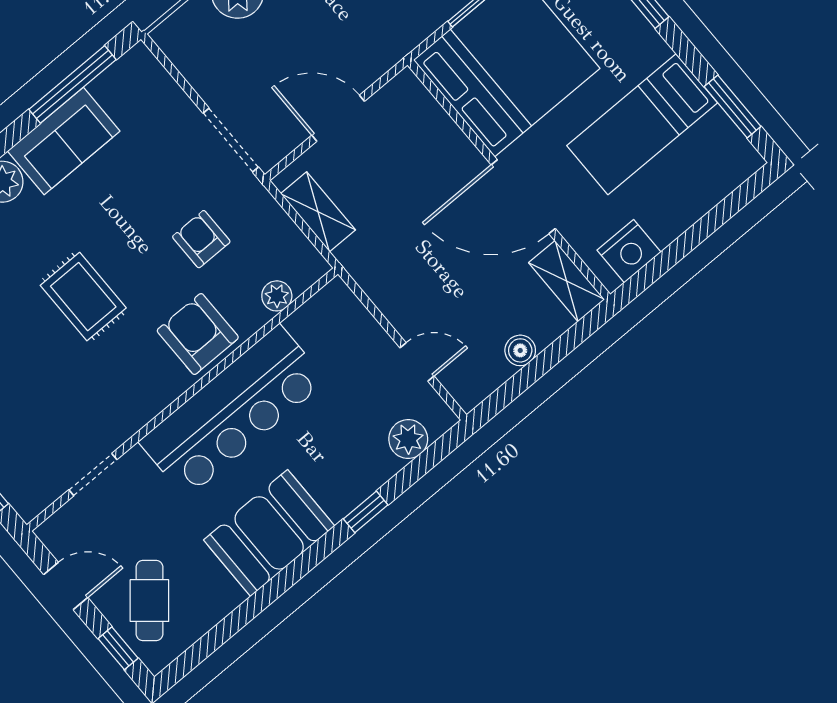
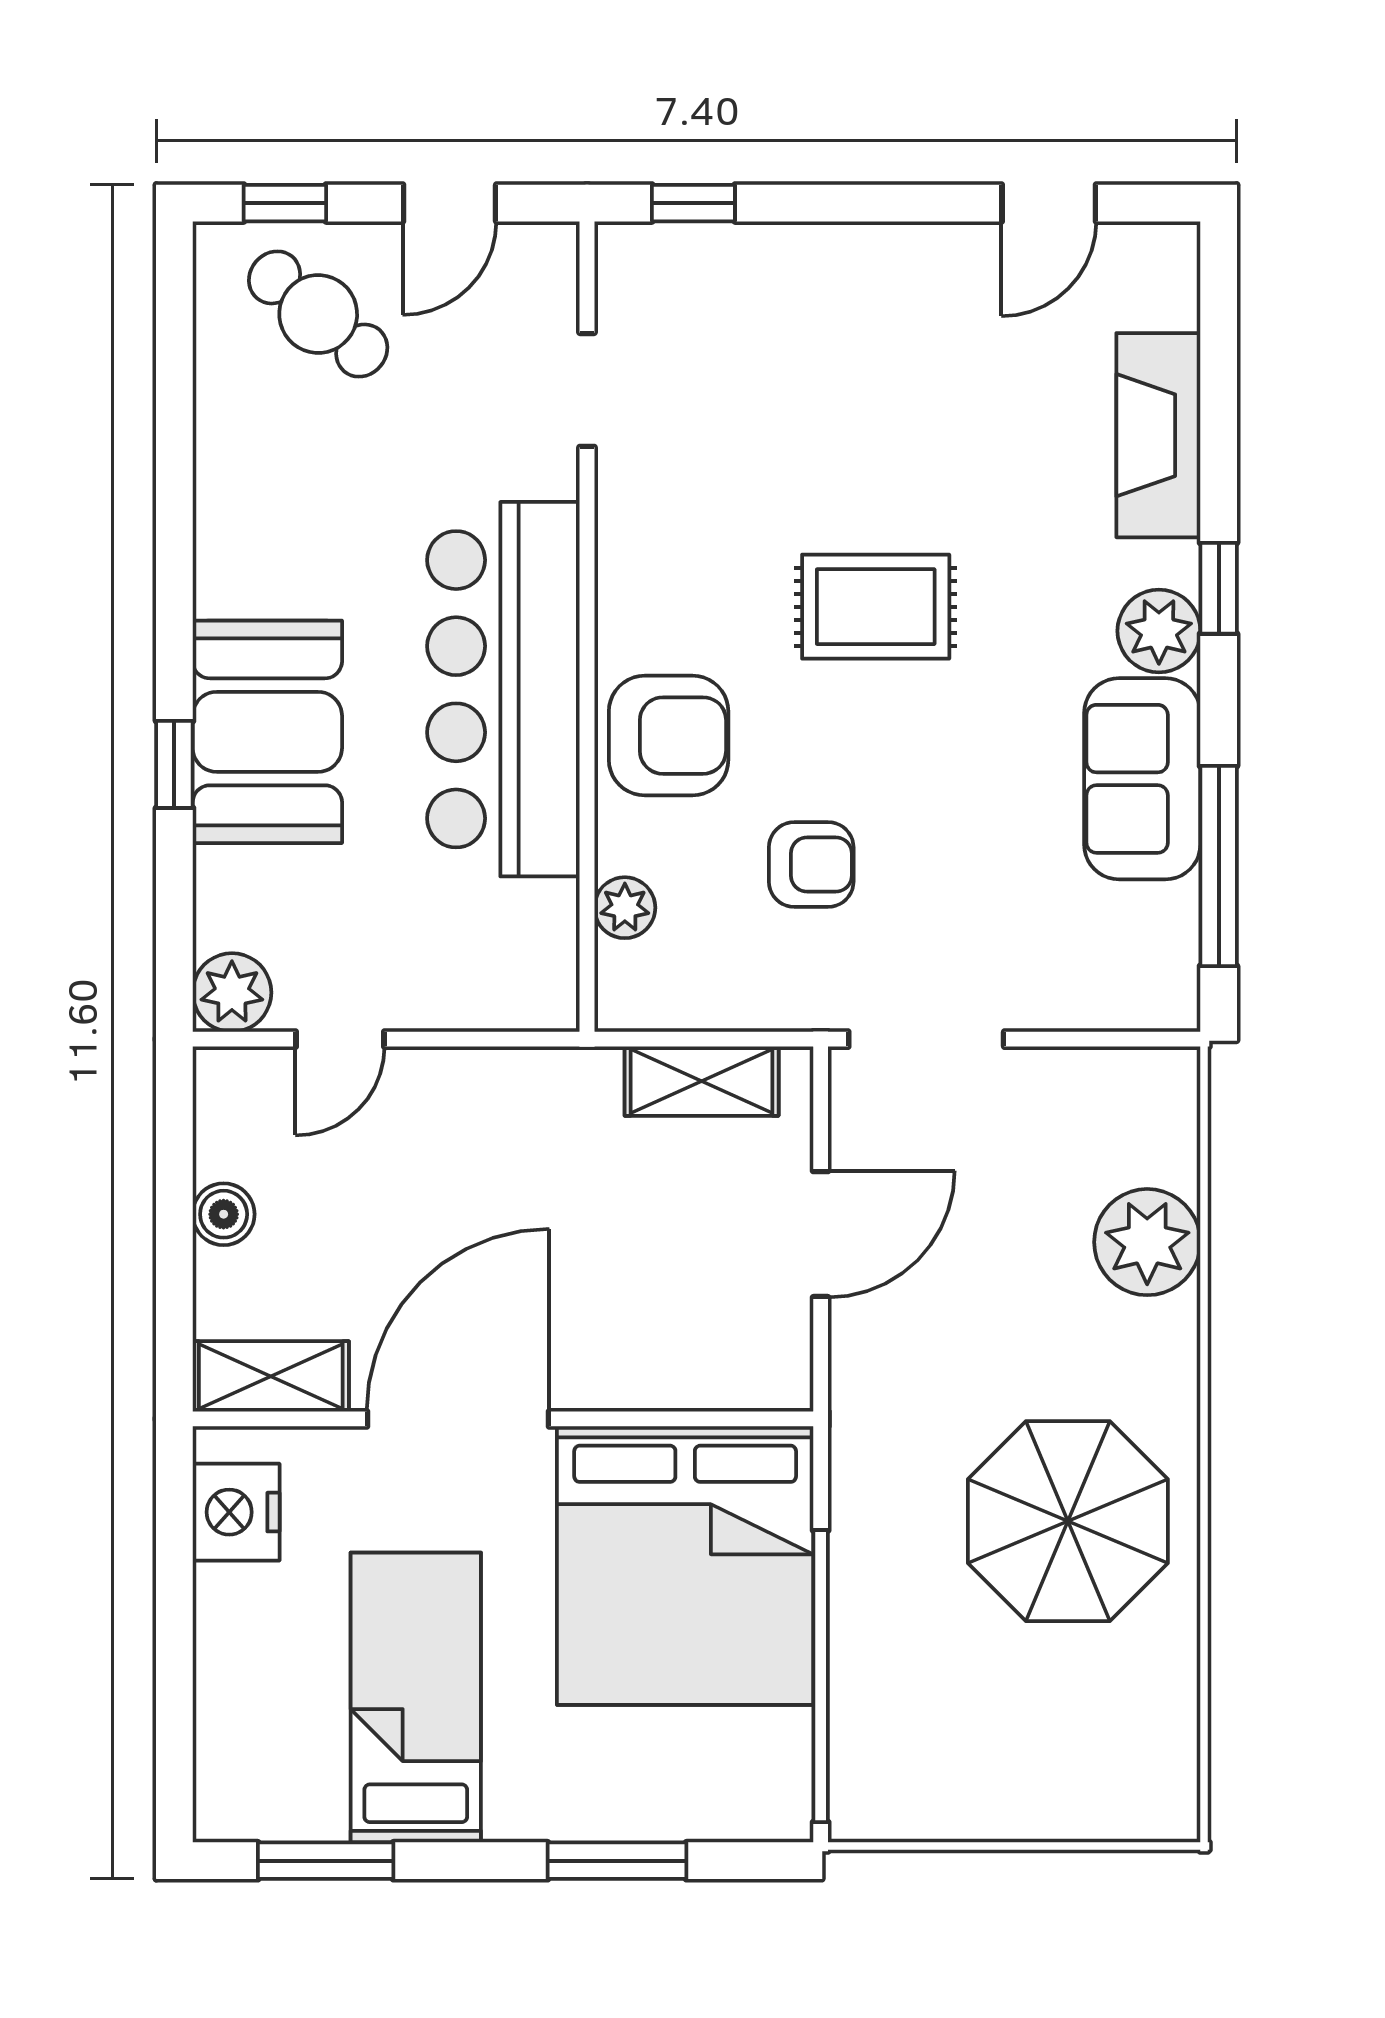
plant: (408, 439) -> (232, 993), moved
booth: (269, 533) -> (267, 732), moved

